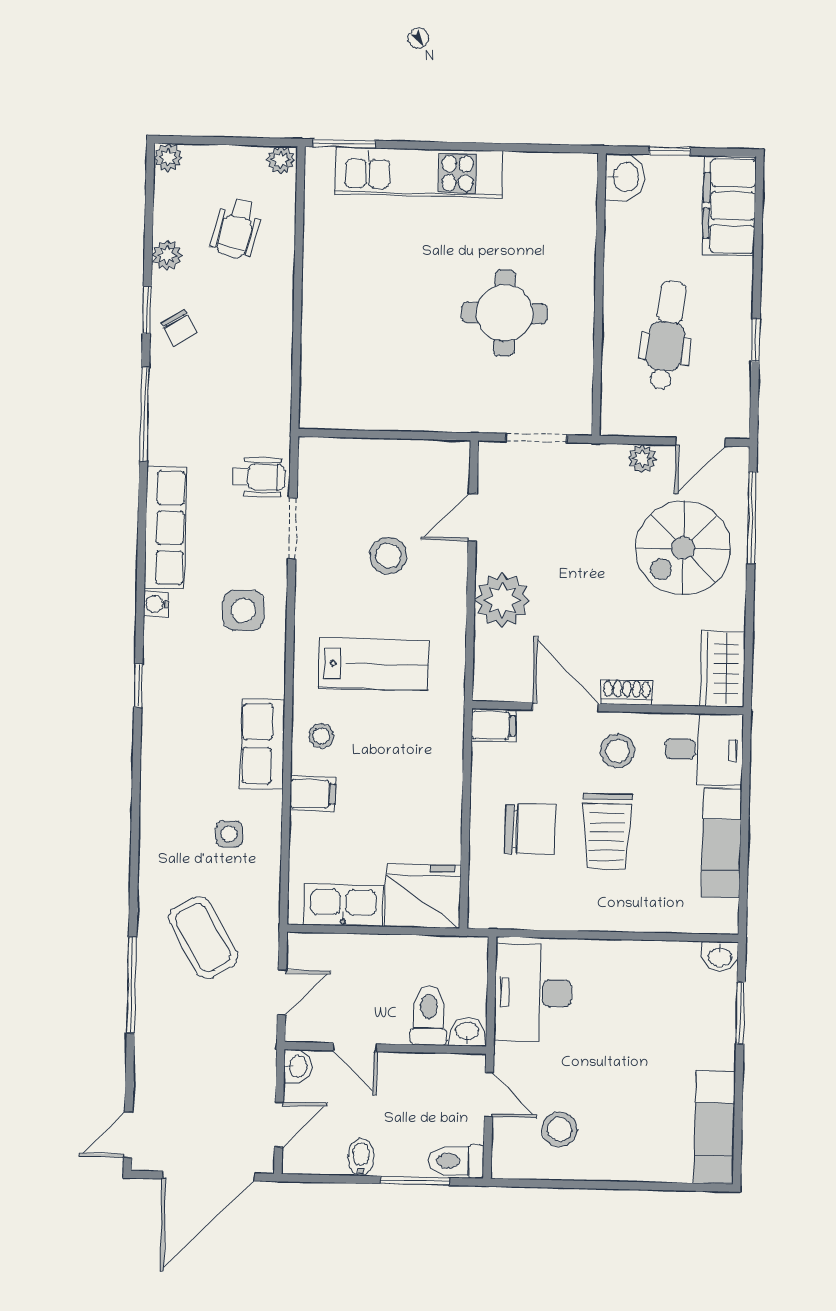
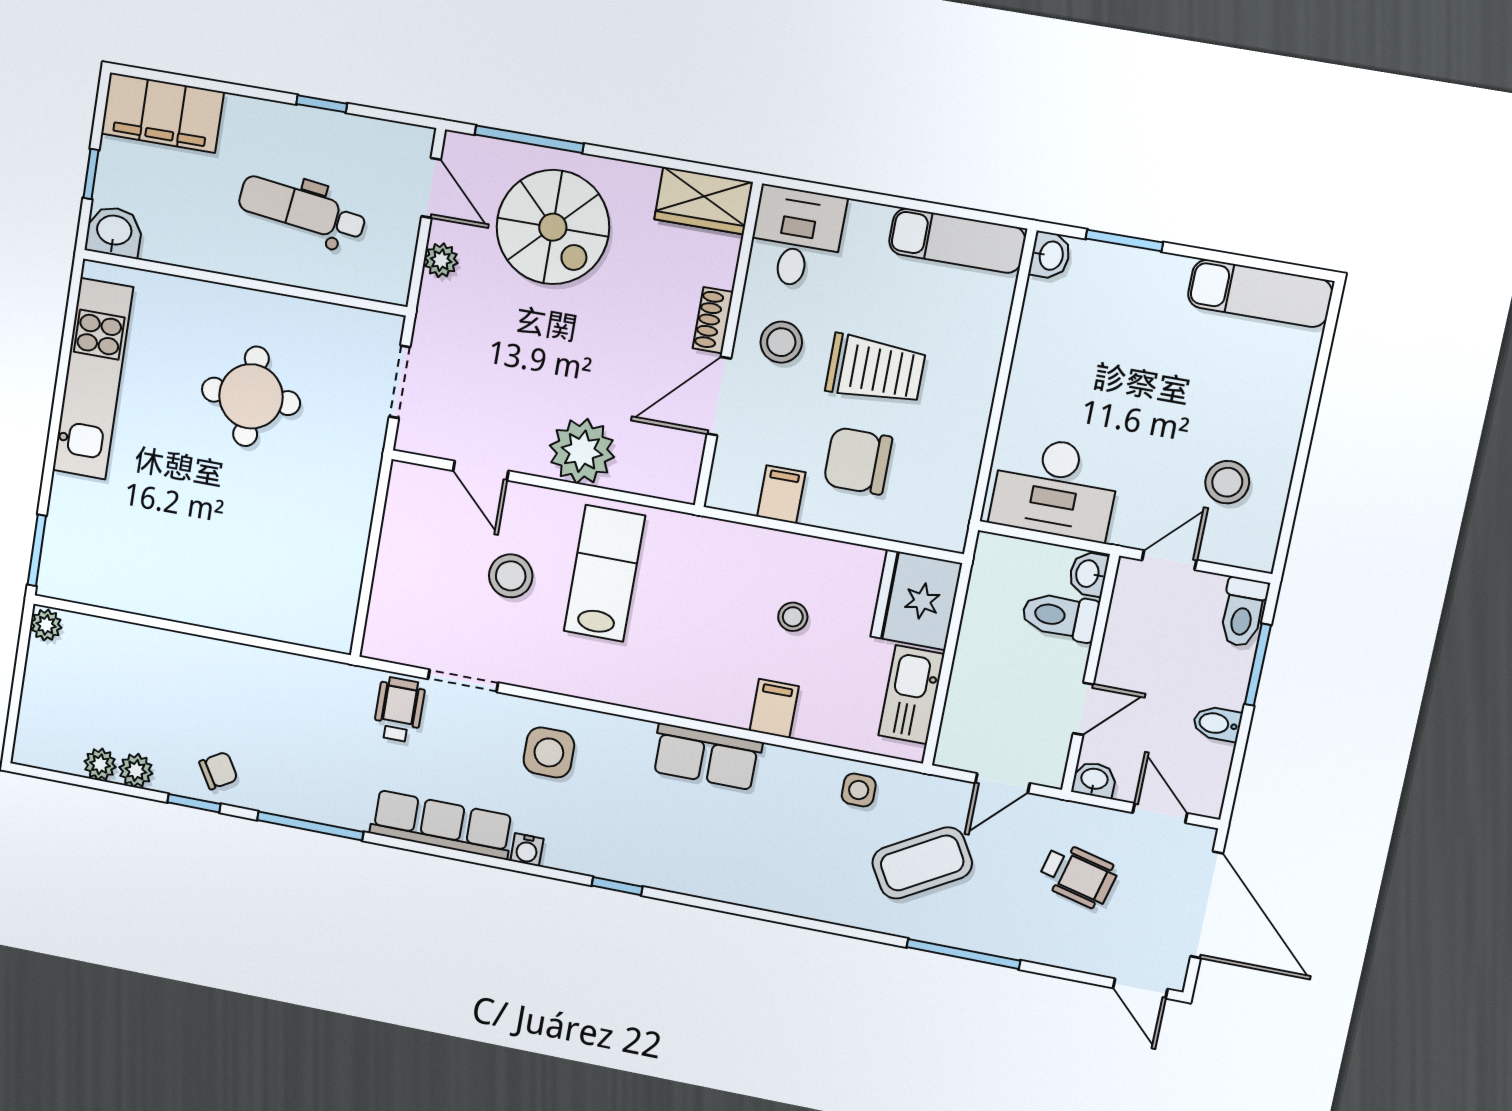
plant: (168, 158) -> (100, 764), moved
kitchen unit: (419, 172) -> (93, 379), moved
wheelchair: (236, 228) -> (1078, 875), moved
lab bench: (374, 664) -> (604, 573), moved
filing cabinet: (494, 725) -> (781, 494), moved
stool: (321, 736) -> (793, 617), moved
chair: (530, 829) -> (858, 461), turned -90
side table: (229, 834) -> (859, 790), moved
exam couch: (722, 843) -> (957, 241), moved
door: (282, 992) -> (1003, 783), swing flipped

